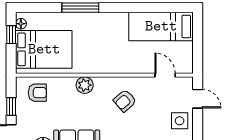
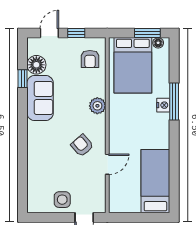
nightstand: (84, 19) -> (163, 105), added
window: (11, 35) -> (147, 33), width x1.50
door: (165, 75) -> (107, 164), moved

